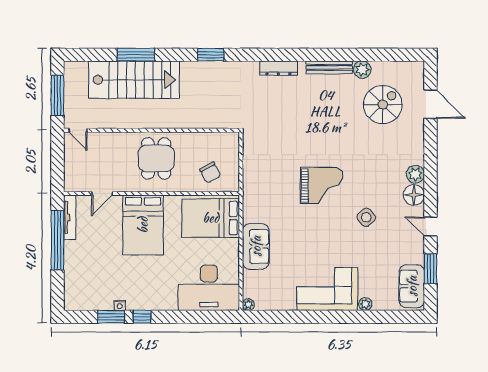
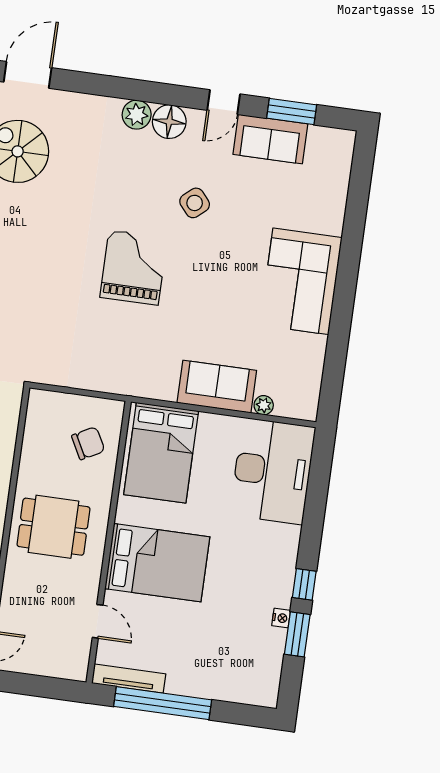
sofa: (412, 286) -> (270, 139), moved
plant: (365, 304) -> (333, 224), removed
plant: (248, 305) -> (264, 405), moved

